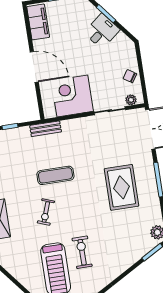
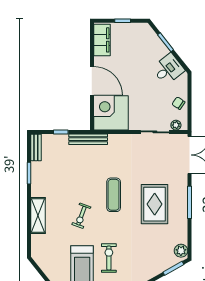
desk: (102, 31) -> (168, 69), moved
corner desk: (72, 96) -> (111, 113), moved
bench: (46, 129) -> (88, 139), width x1.36
exercise mat: (55, 175) -> (114, 195), moved, turned 90

